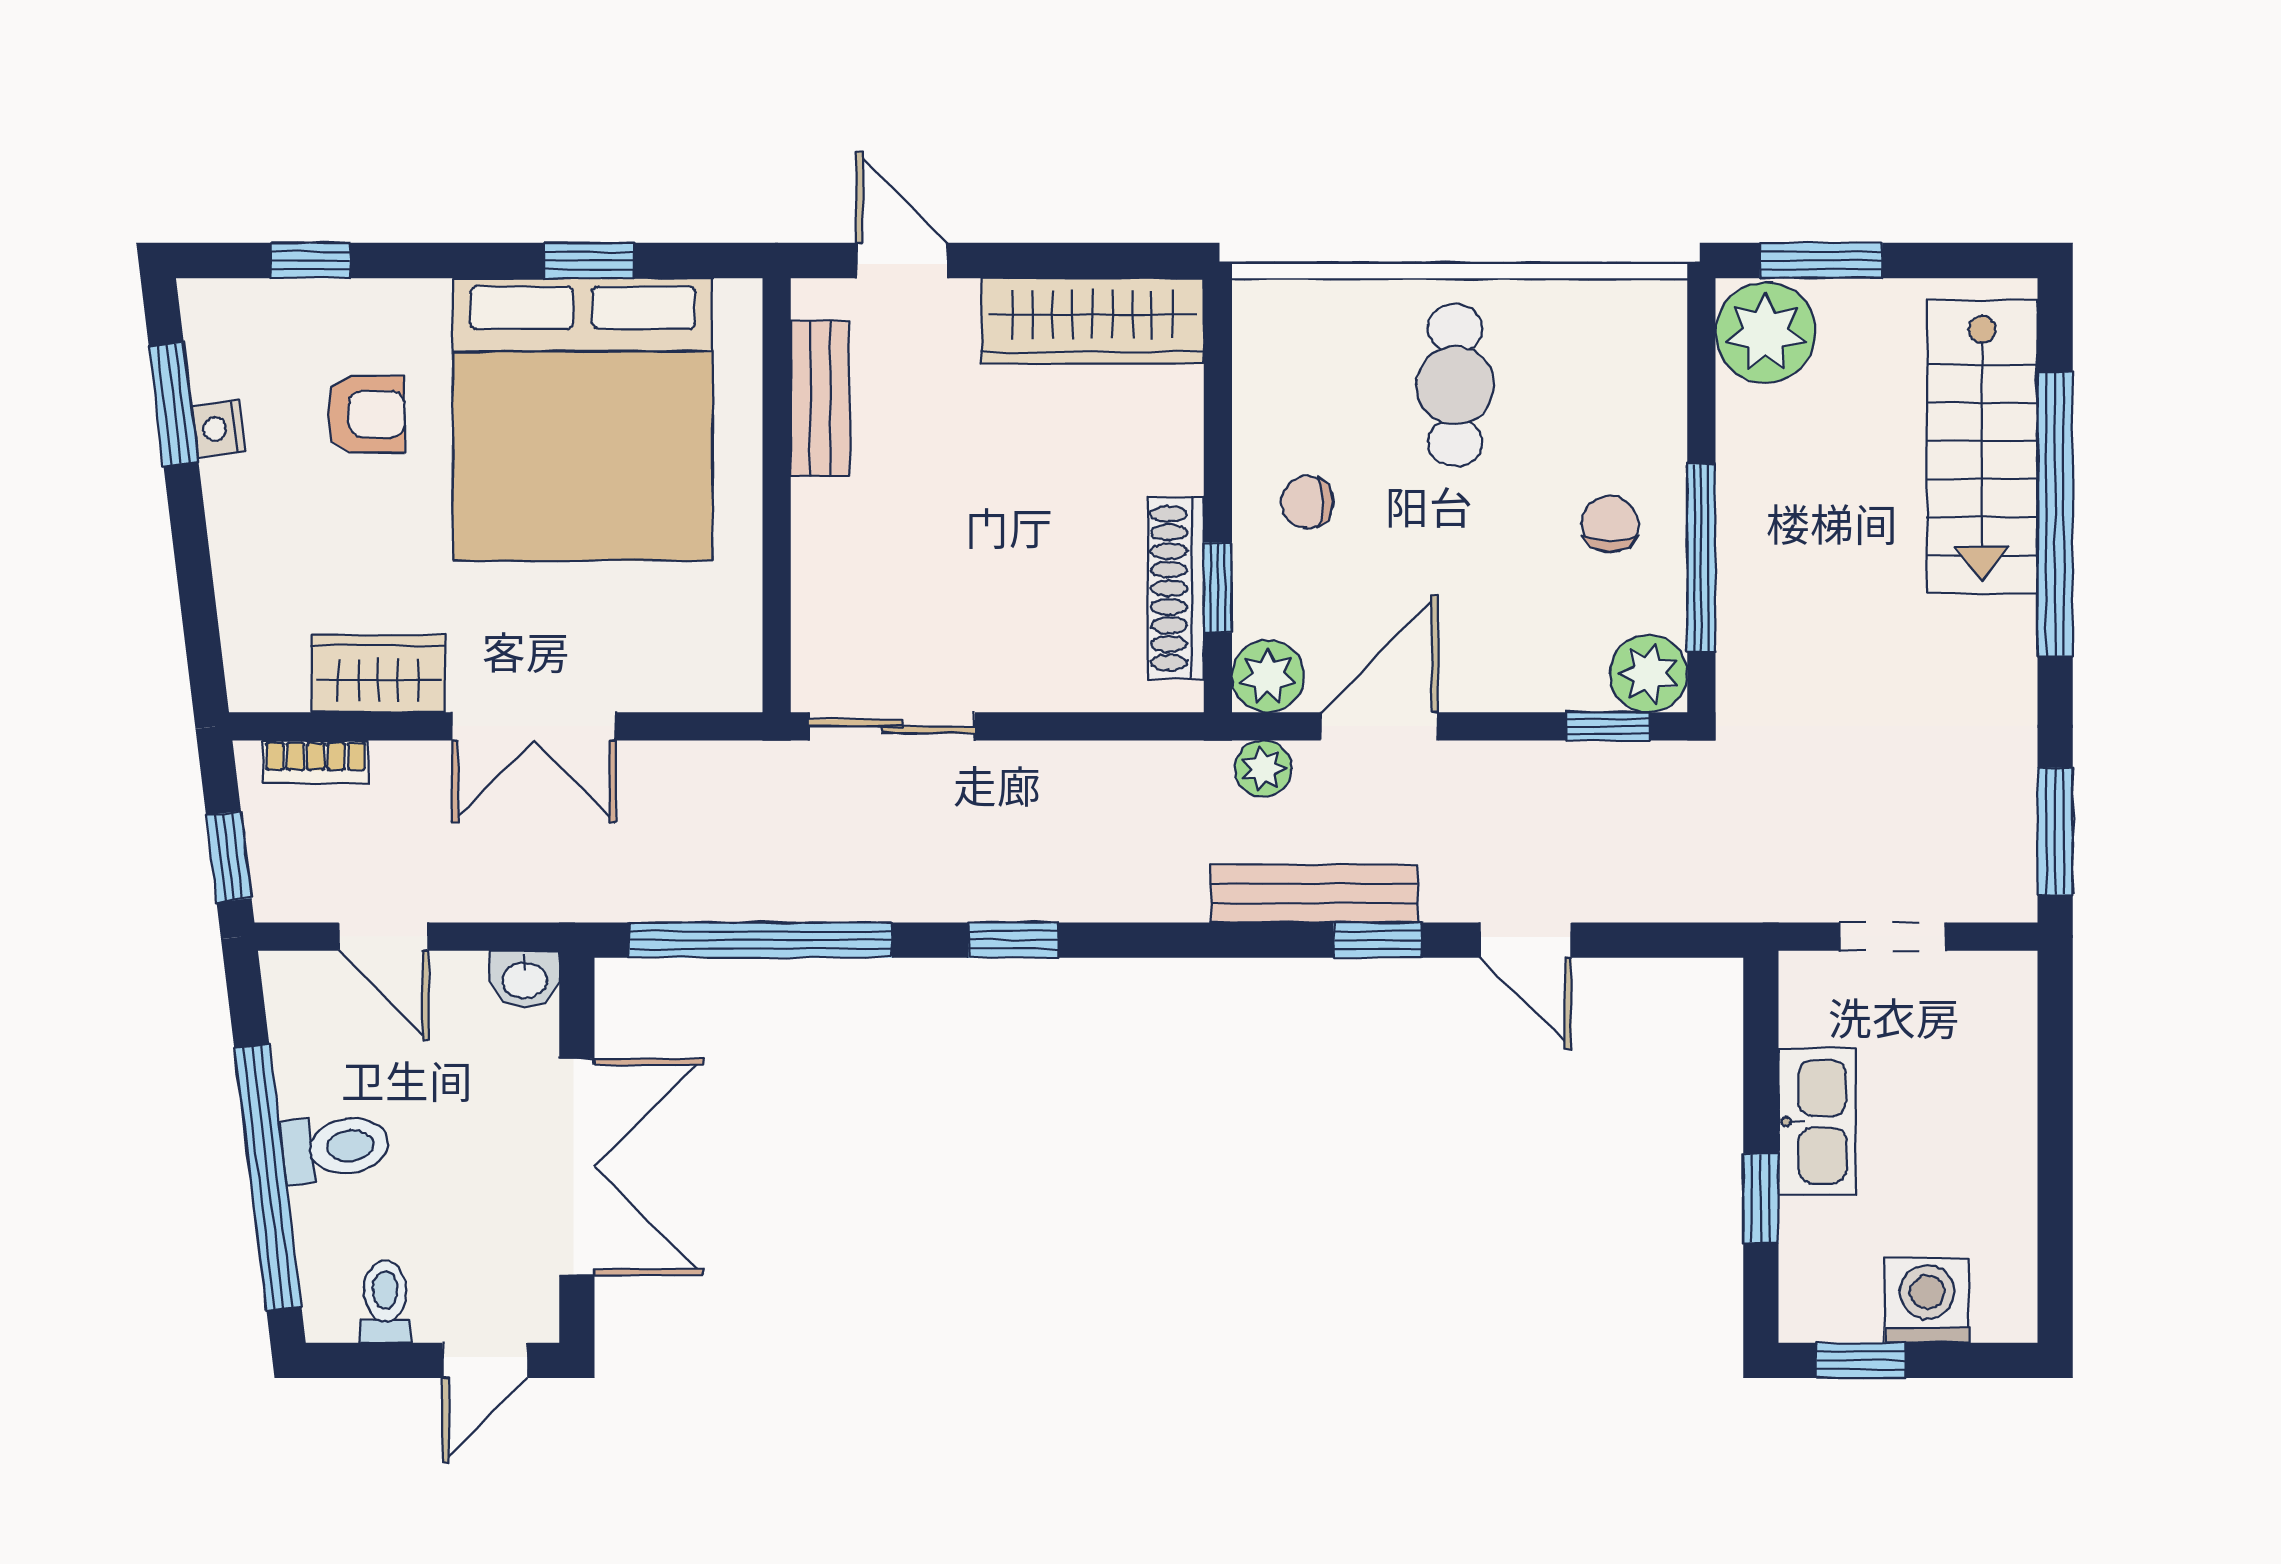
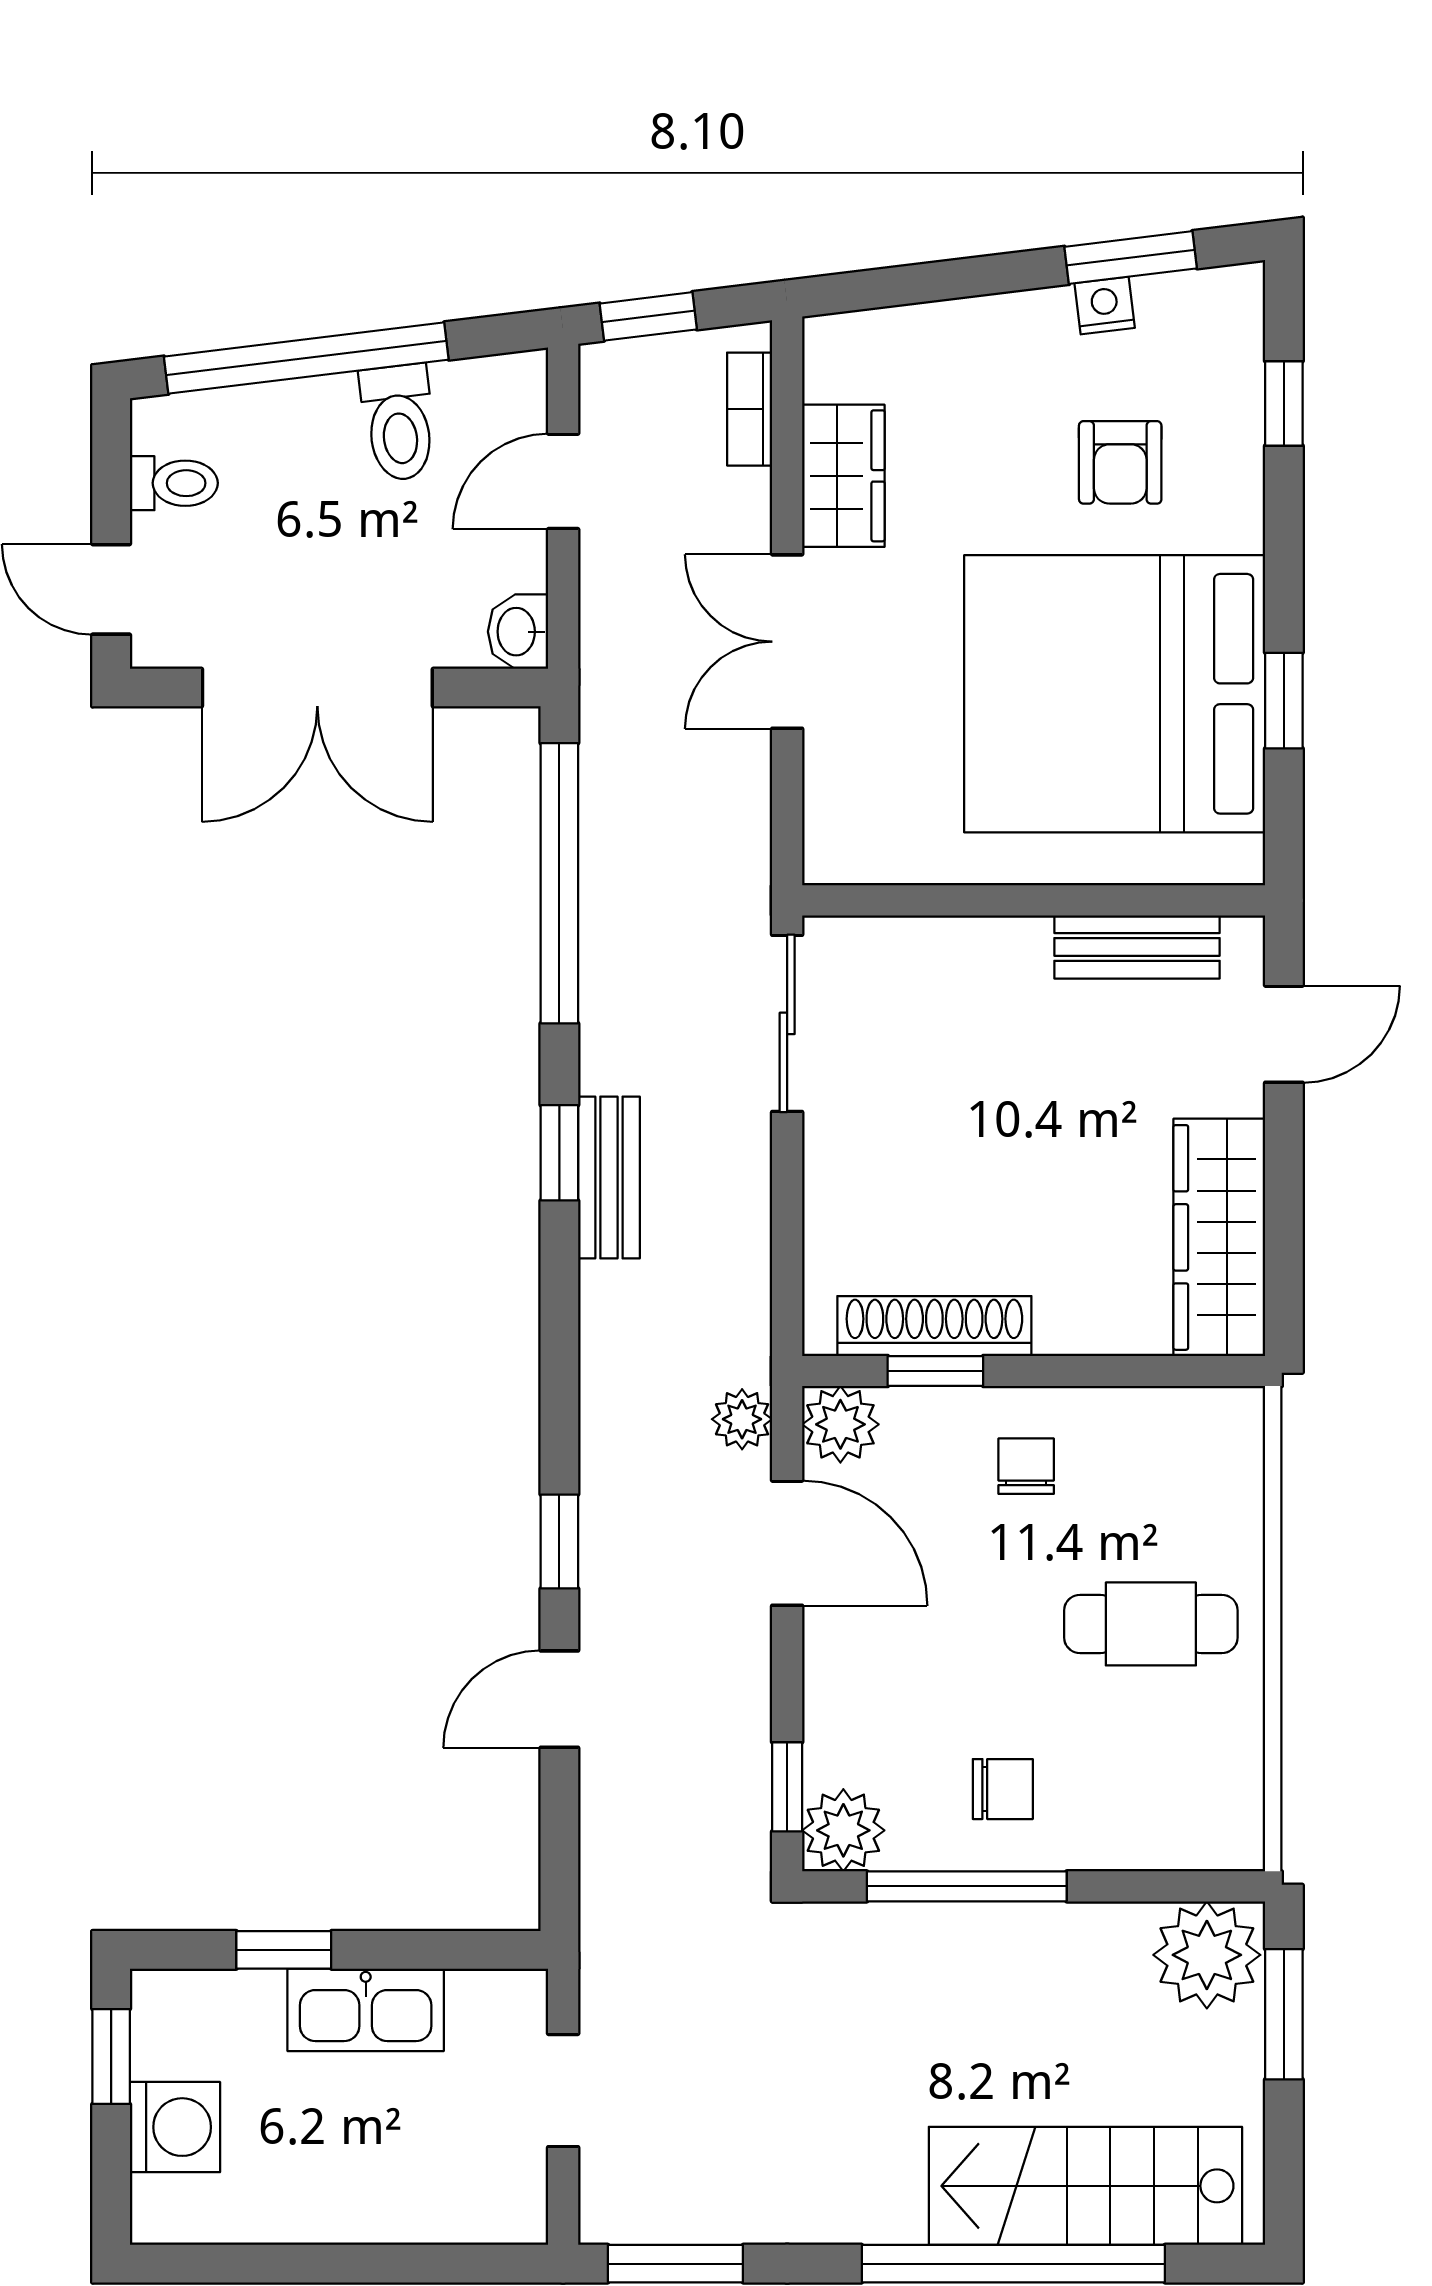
bench: (1314, 894) -> (609, 1178), moved, width x0.73
toilet: (335, 1148) -> (399, 423), moved

